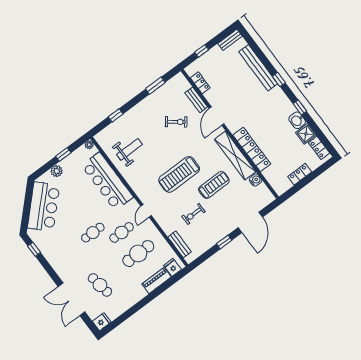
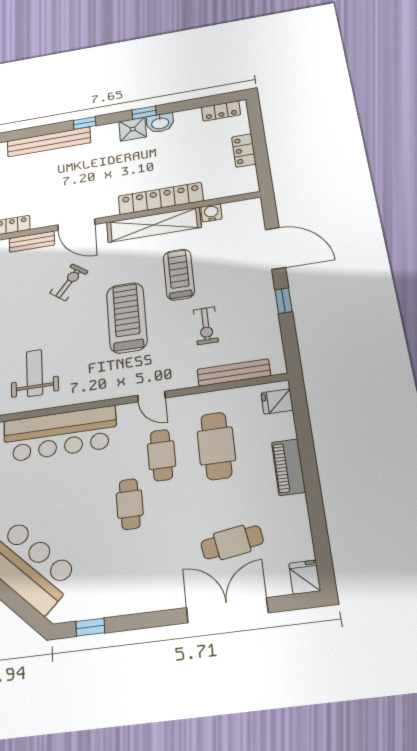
exercise bike: (176, 122) -> (69, 282), moved
shower: (306, 134) -> (133, 129), moved
treadmill: (179, 174) -> (127, 318), turned 180
bench: (180, 244) -> (234, 373), width x1.36
piano: (156, 281) -> (288, 467), moved
double door: (72, 299) -> (227, 610), swing flipped

